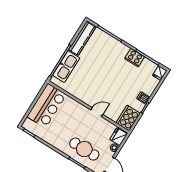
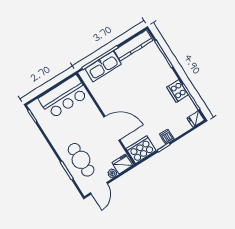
door: (97, 112) -> (112, 128), width x1.87

